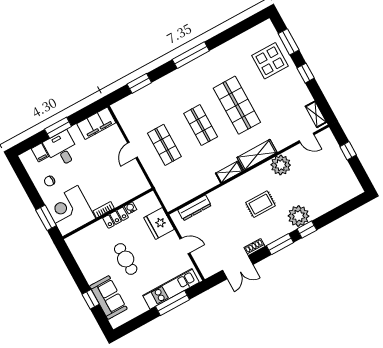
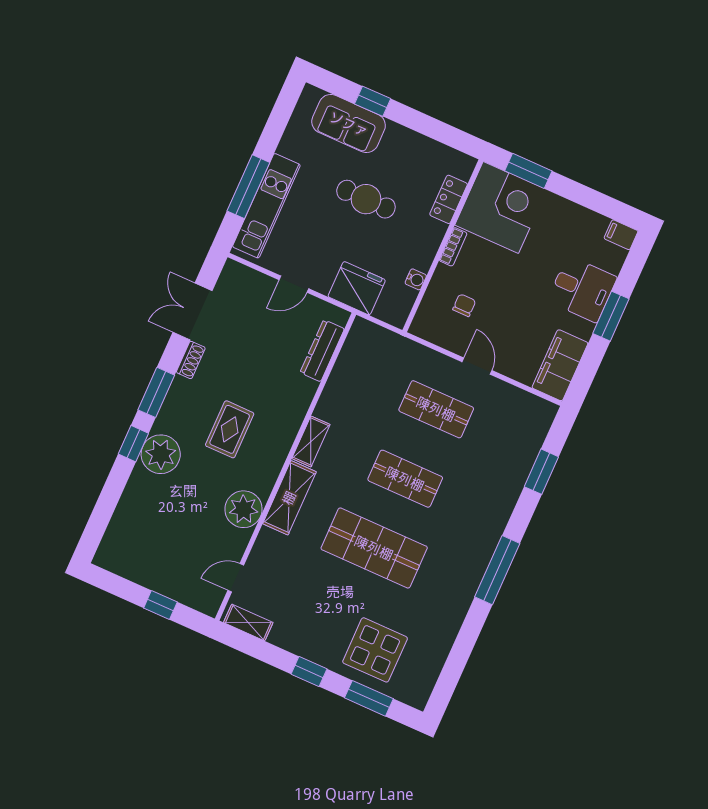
filing cabinet: (40, 153) -> (621, 235), moved
chair: (50, 181) -> (464, 305), moved
locker: (116, 218) -> (449, 199), moved

